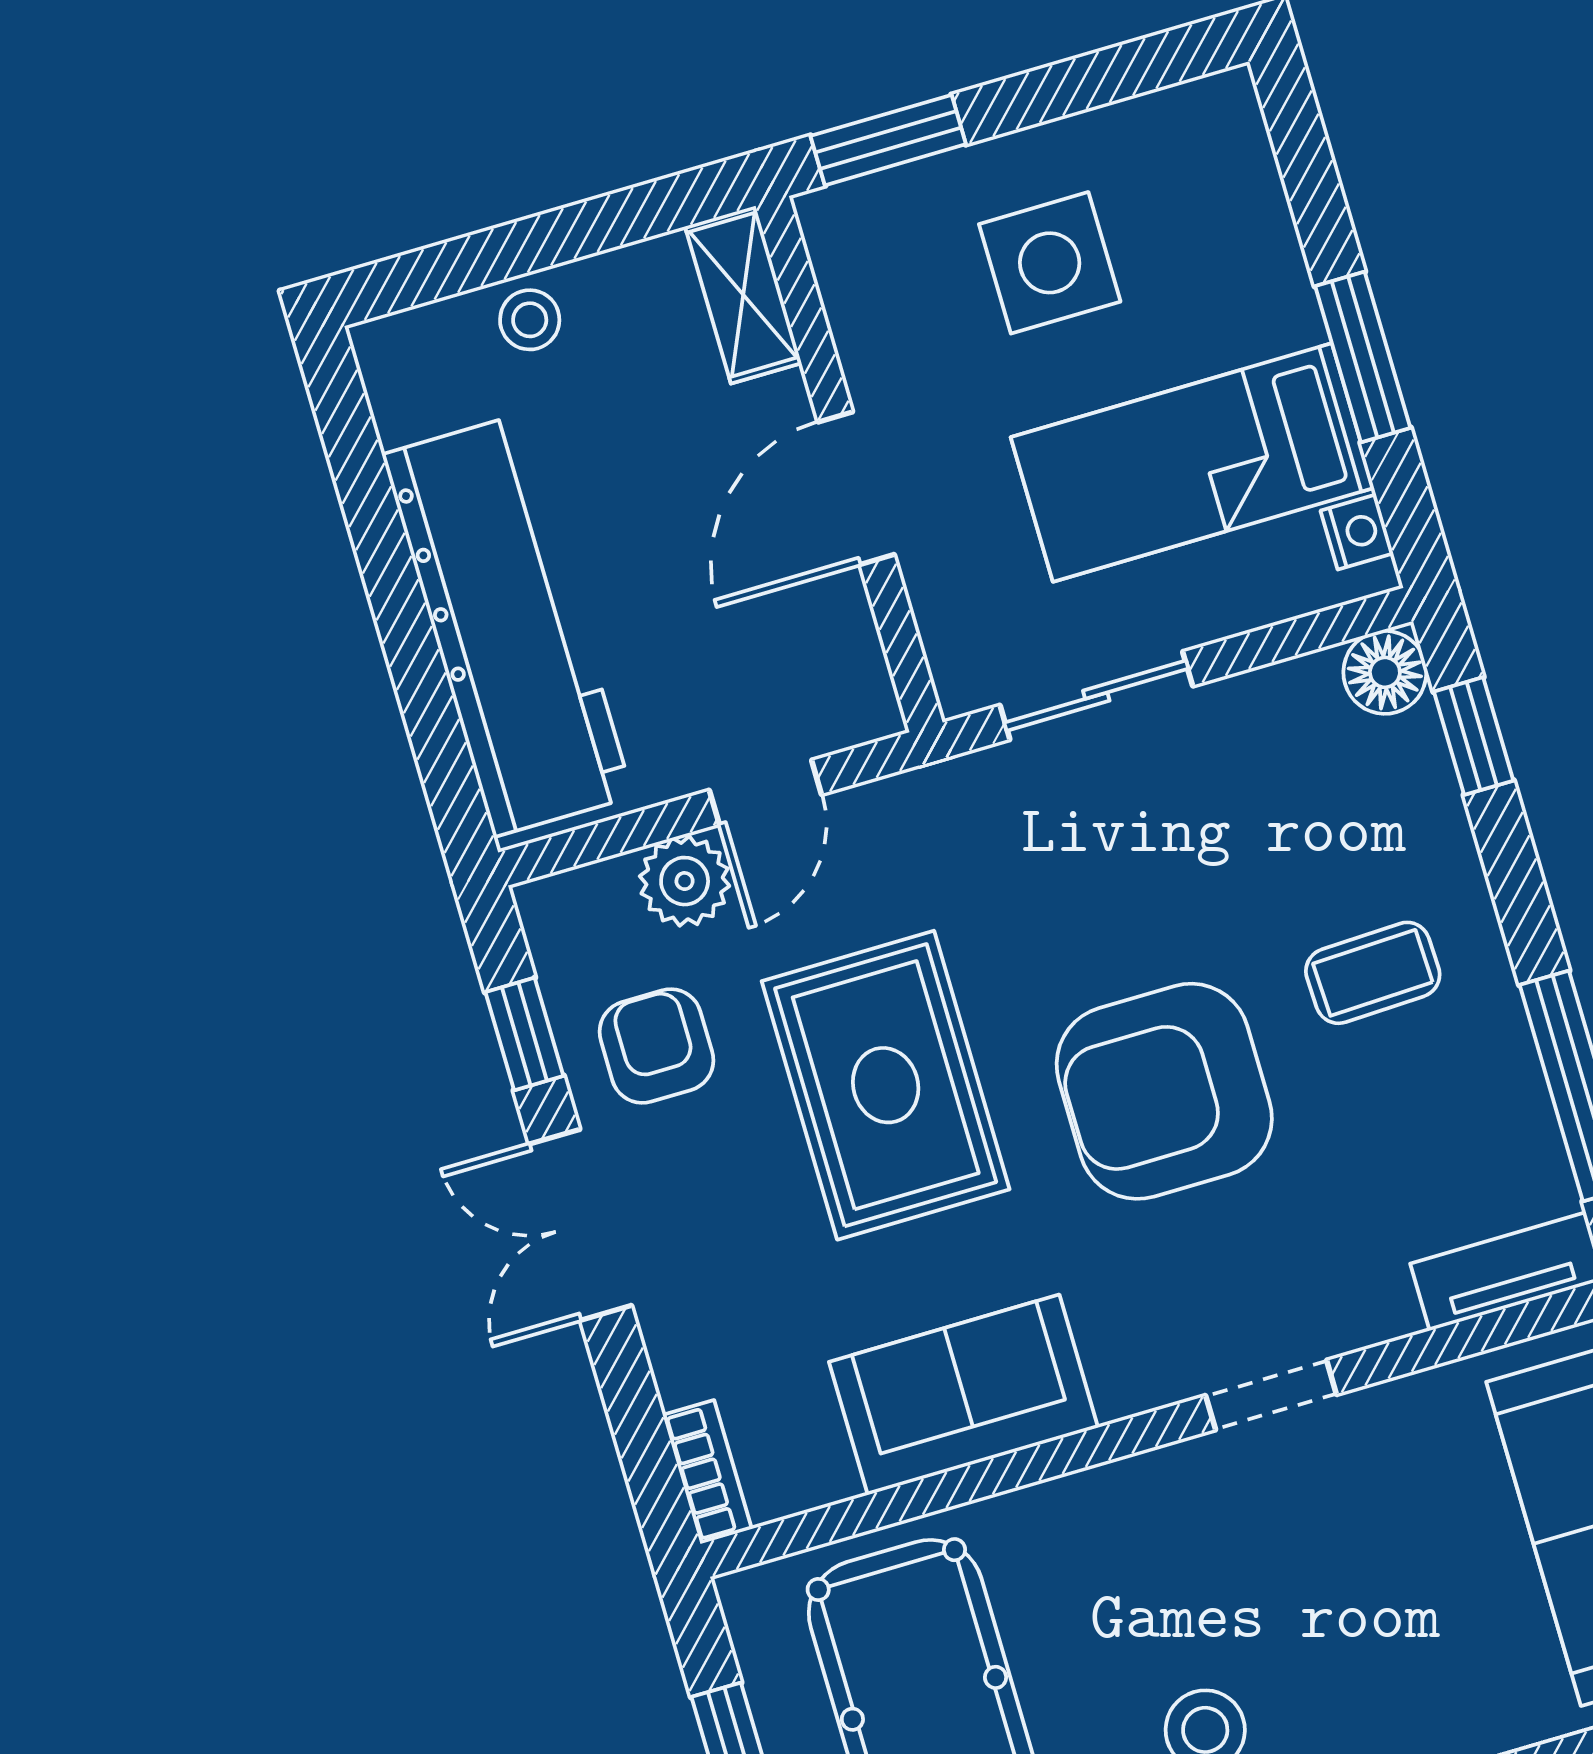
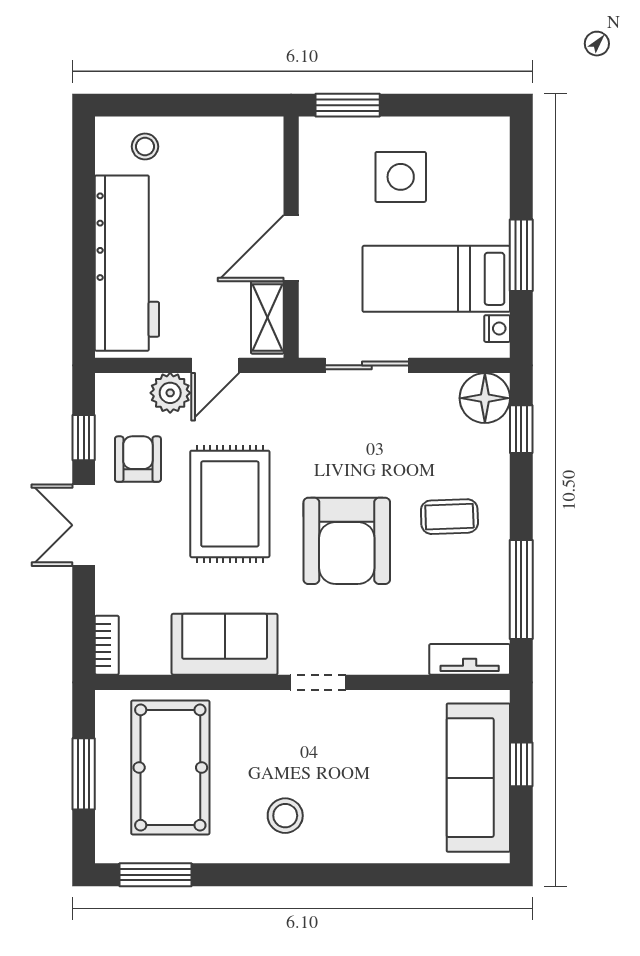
shelving: (743, 295) -> (267, 317), moved
stool: (530, 320) -> (145, 147), moved
floor lamp: (1385, 672) -> (485, 398), width x1.38, depth x1.38
armchair: (1164, 1091) -> (347, 541), turned -90
doorway: (1271, 1395) -> (318, 682), moved

